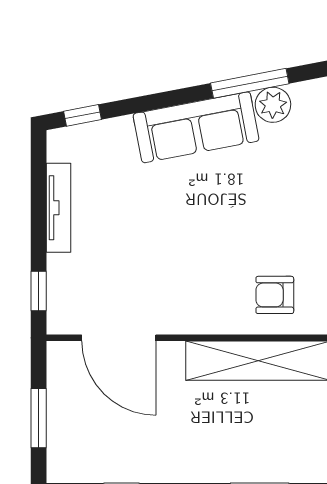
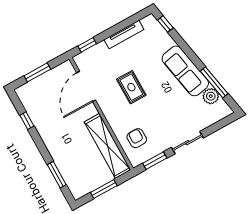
rug: (169, 250) -> (131, 87), added

